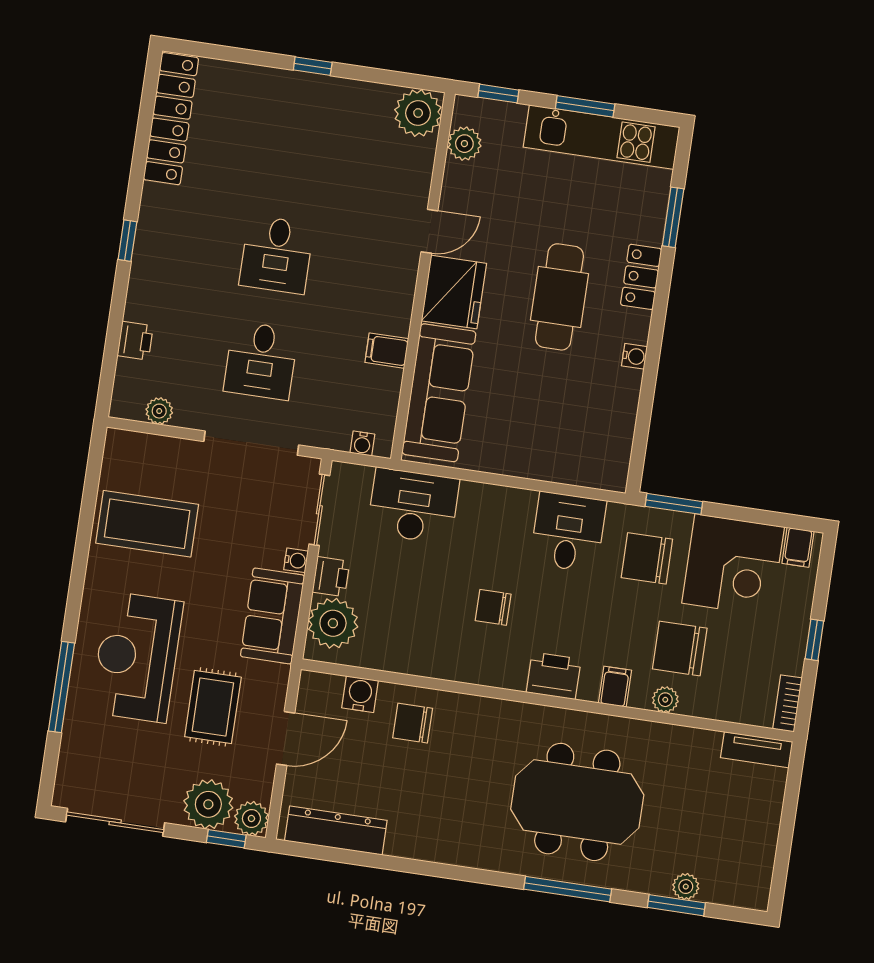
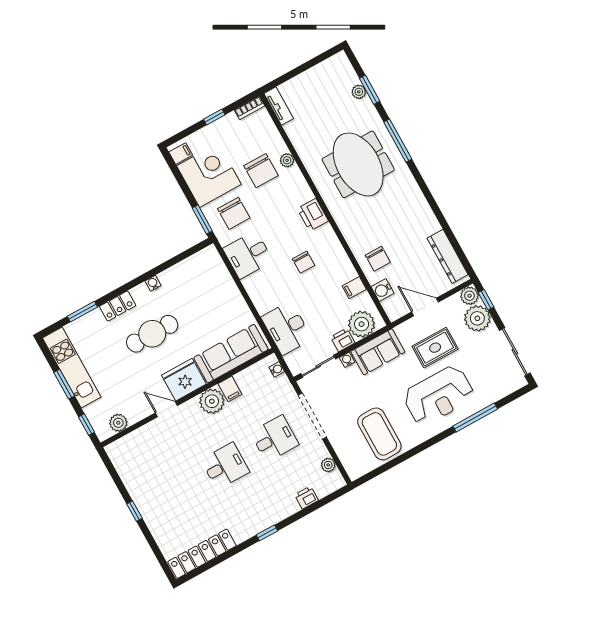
plant: (418, 113) -> (212, 401), moved
filing cabinet: (615, 687) -> (354, 288), moved

